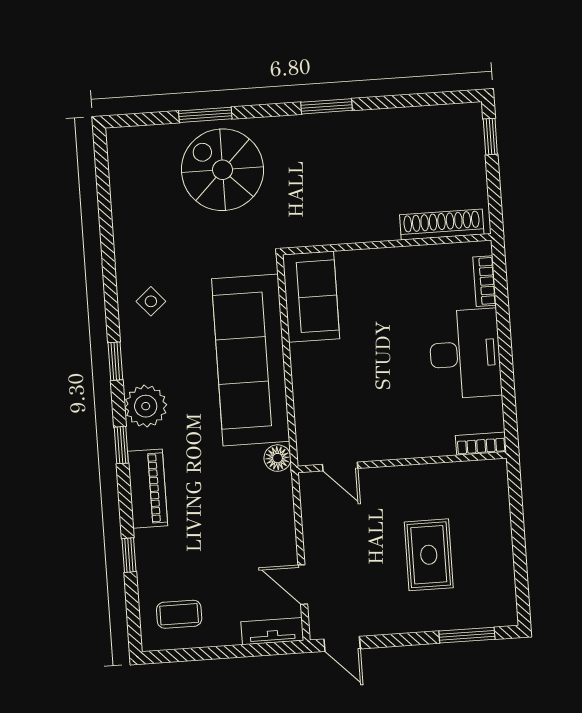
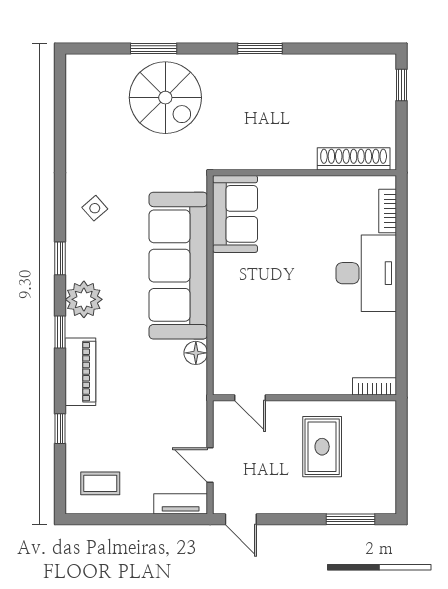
spiral stairs: (222, 170) -> (165, 98), turned 180
bookcase: (481, 444) -> (374, 386), moved
wall: (402, 462) -> (304, 398), moved
door: (340, 466) -> (250, 398), moved

